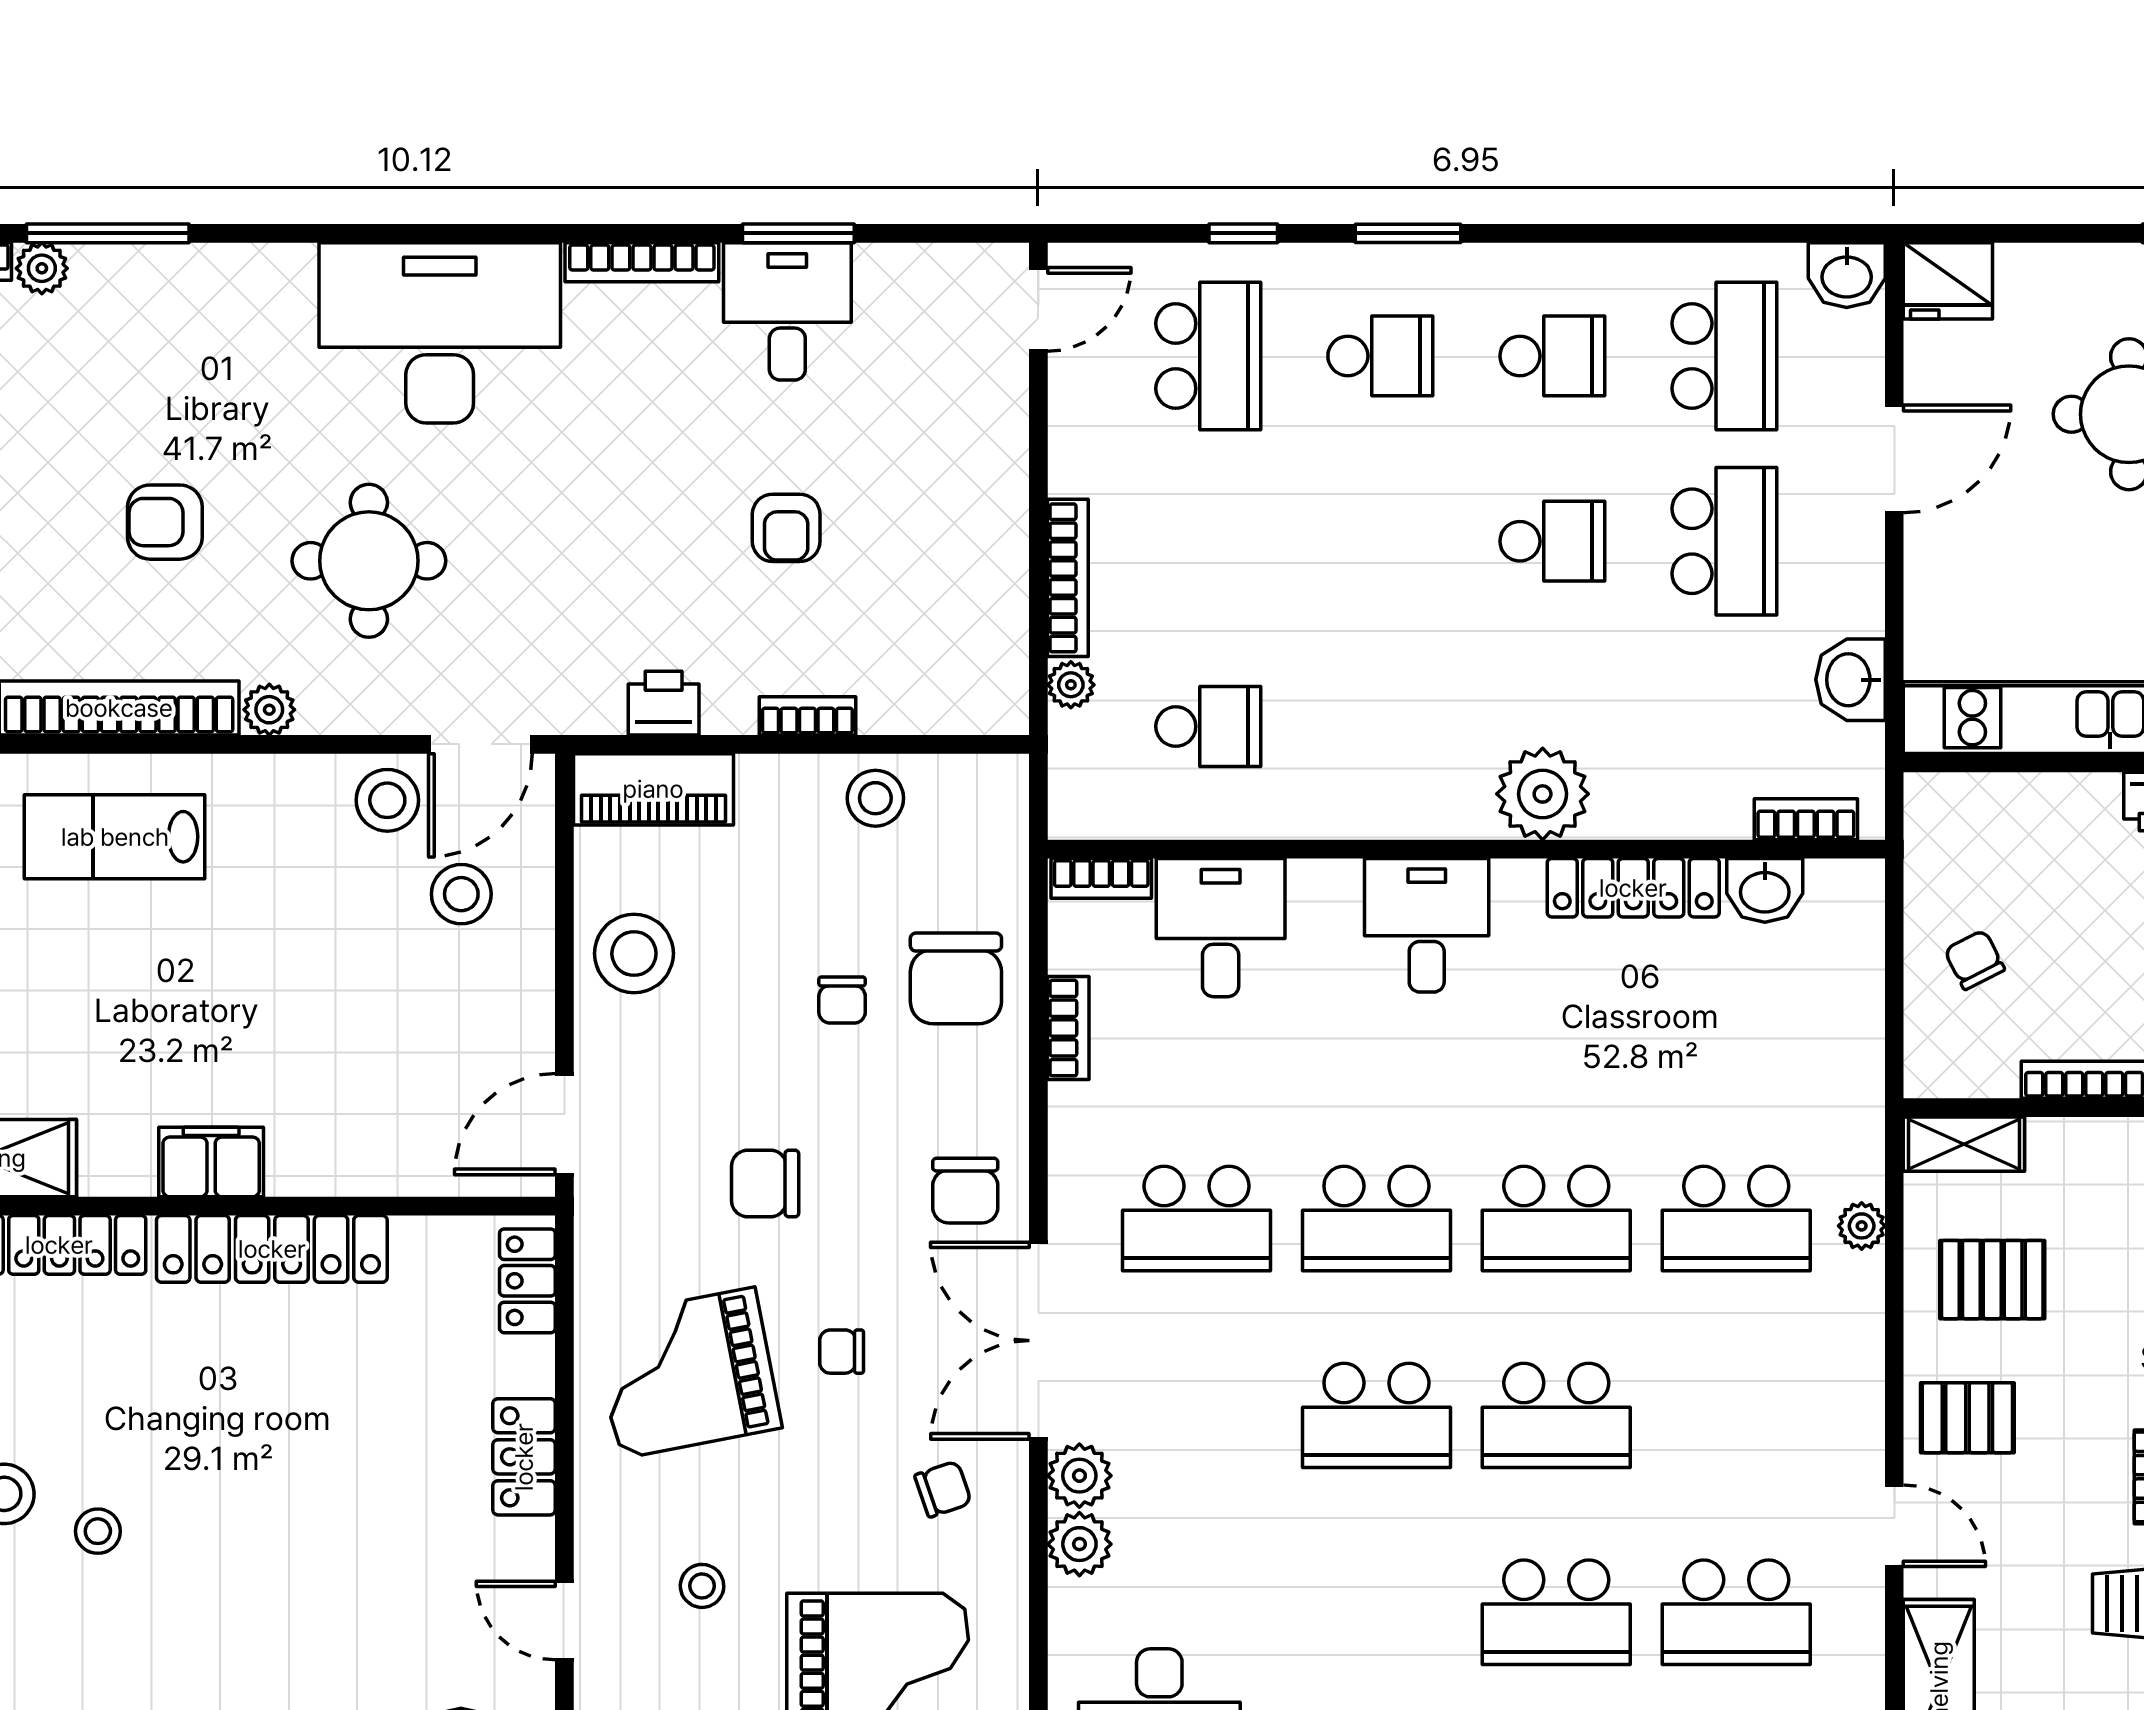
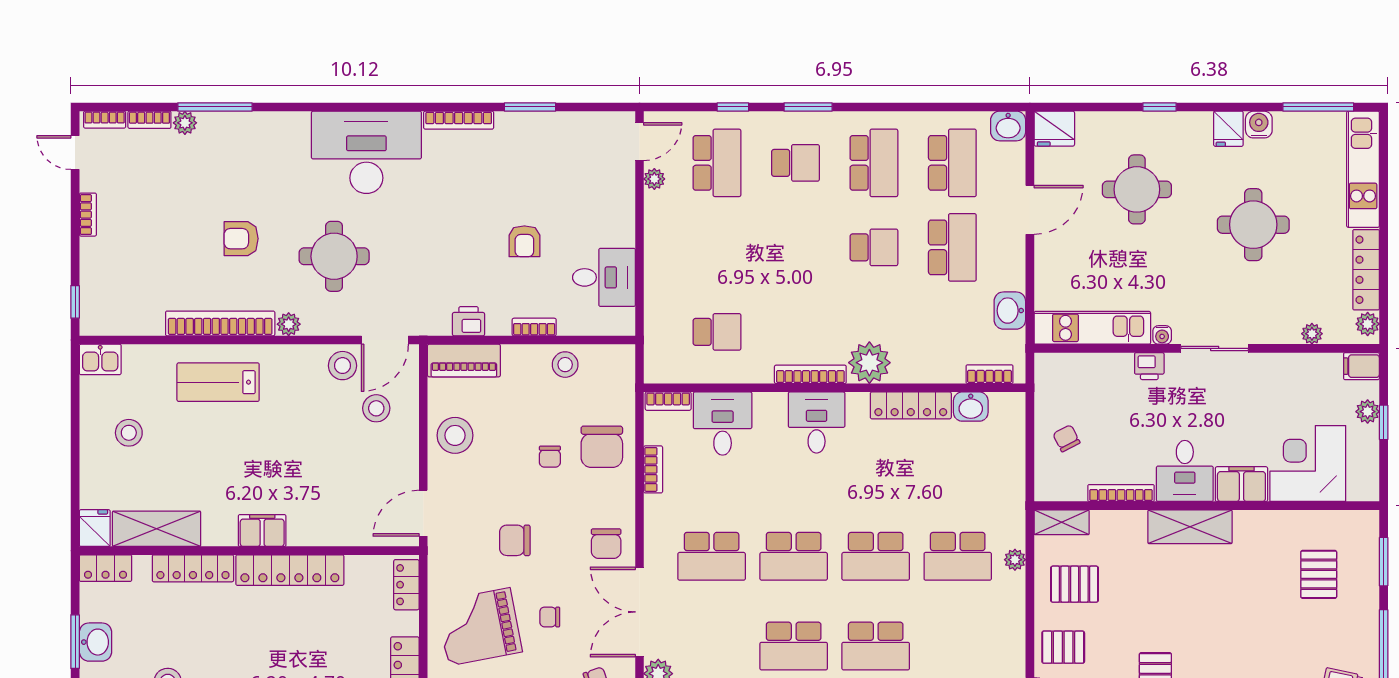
desk: (787, 311) -> (604, 277), moved, turned 90
school desk: (1552, 356) -> (874, 163), width x1.85
bookcase: (1068, 578) -> (810, 374), moved, turned -90
plant: (1071, 685) -> (654, 179), moved

